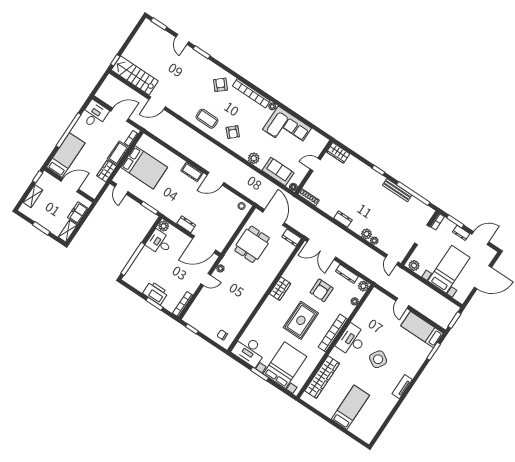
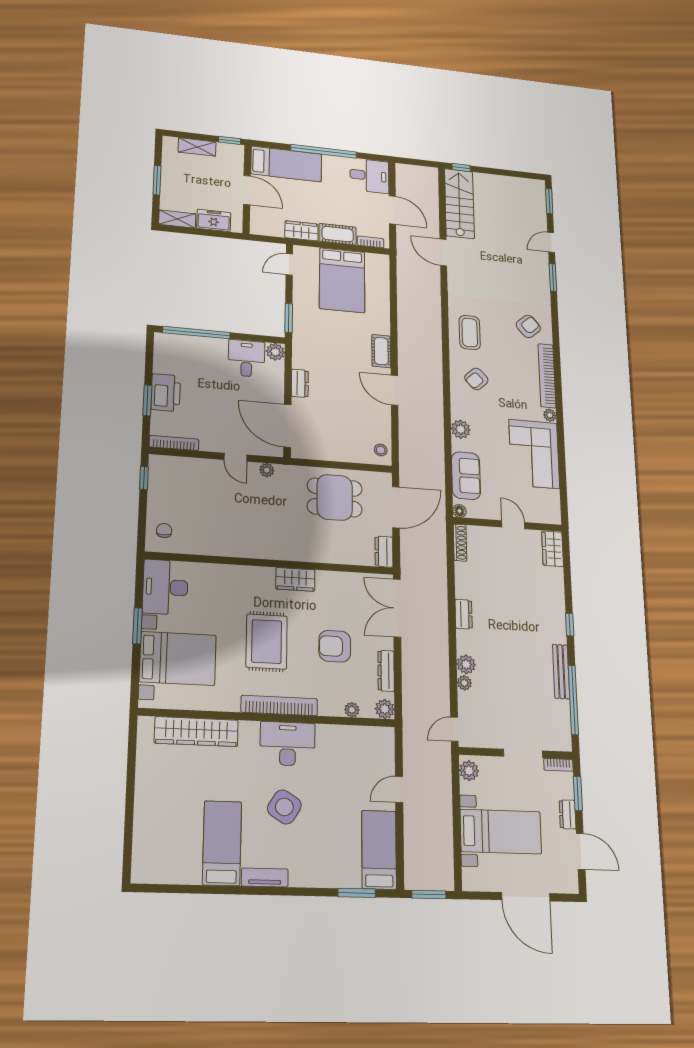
rug: (301, 320) -> (267, 641), turned 90
bed: (350, 407) -> (222, 843), moved, turned -90

